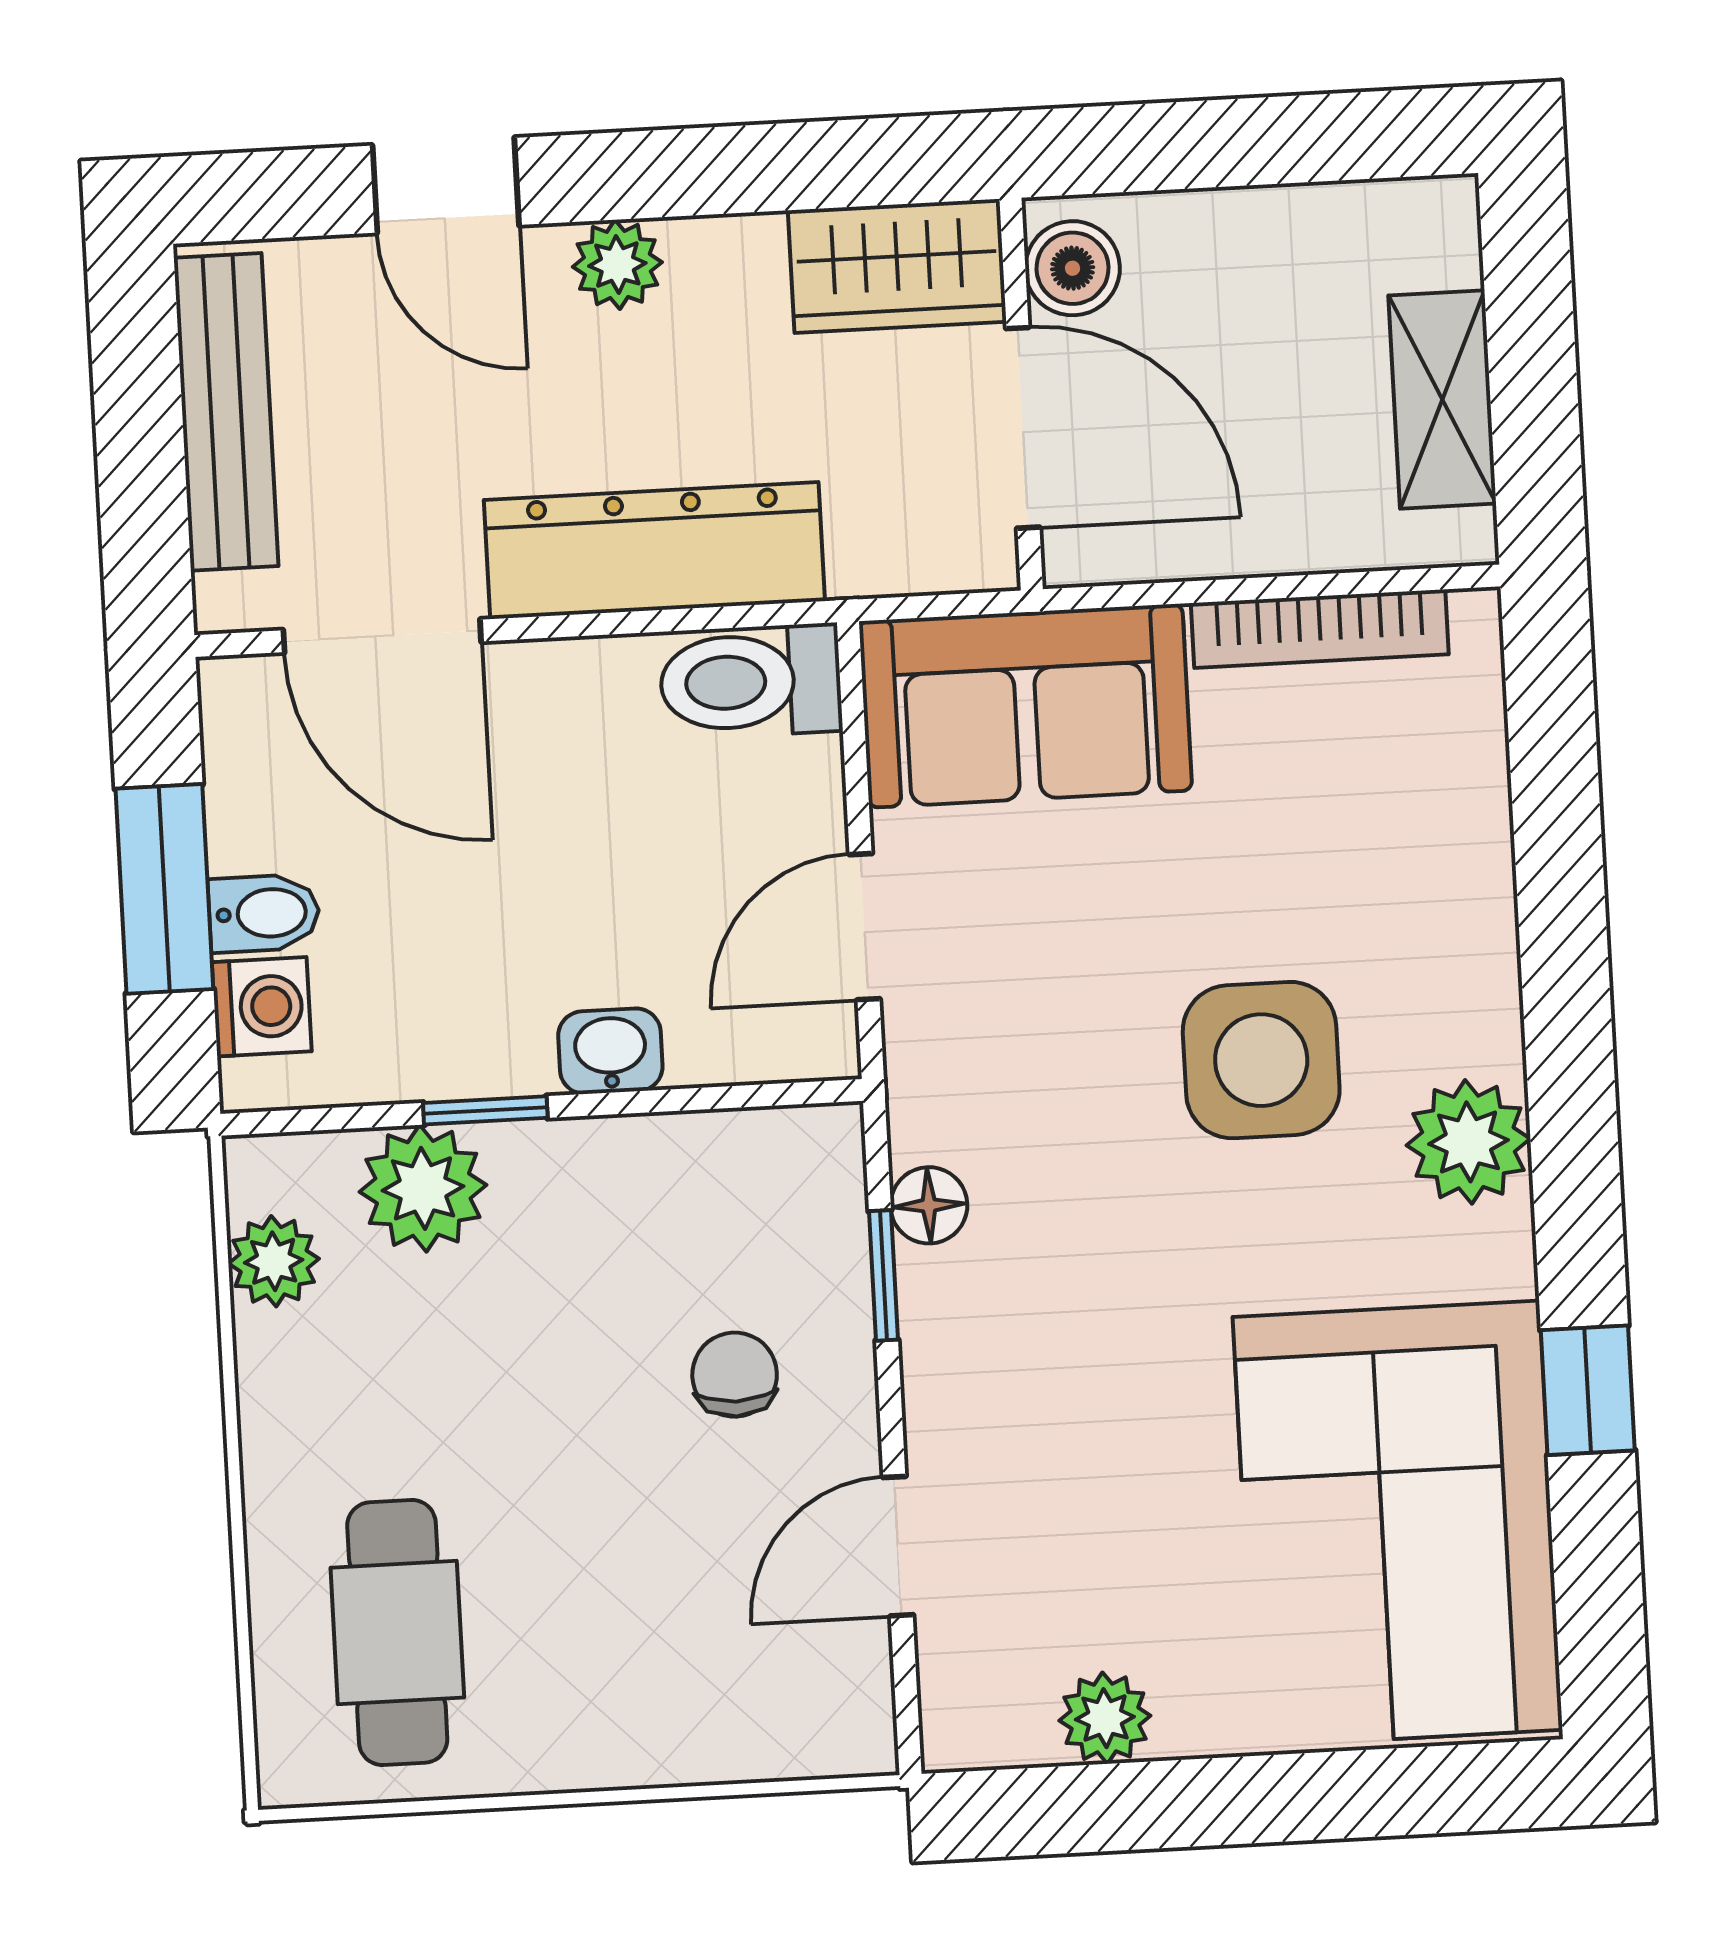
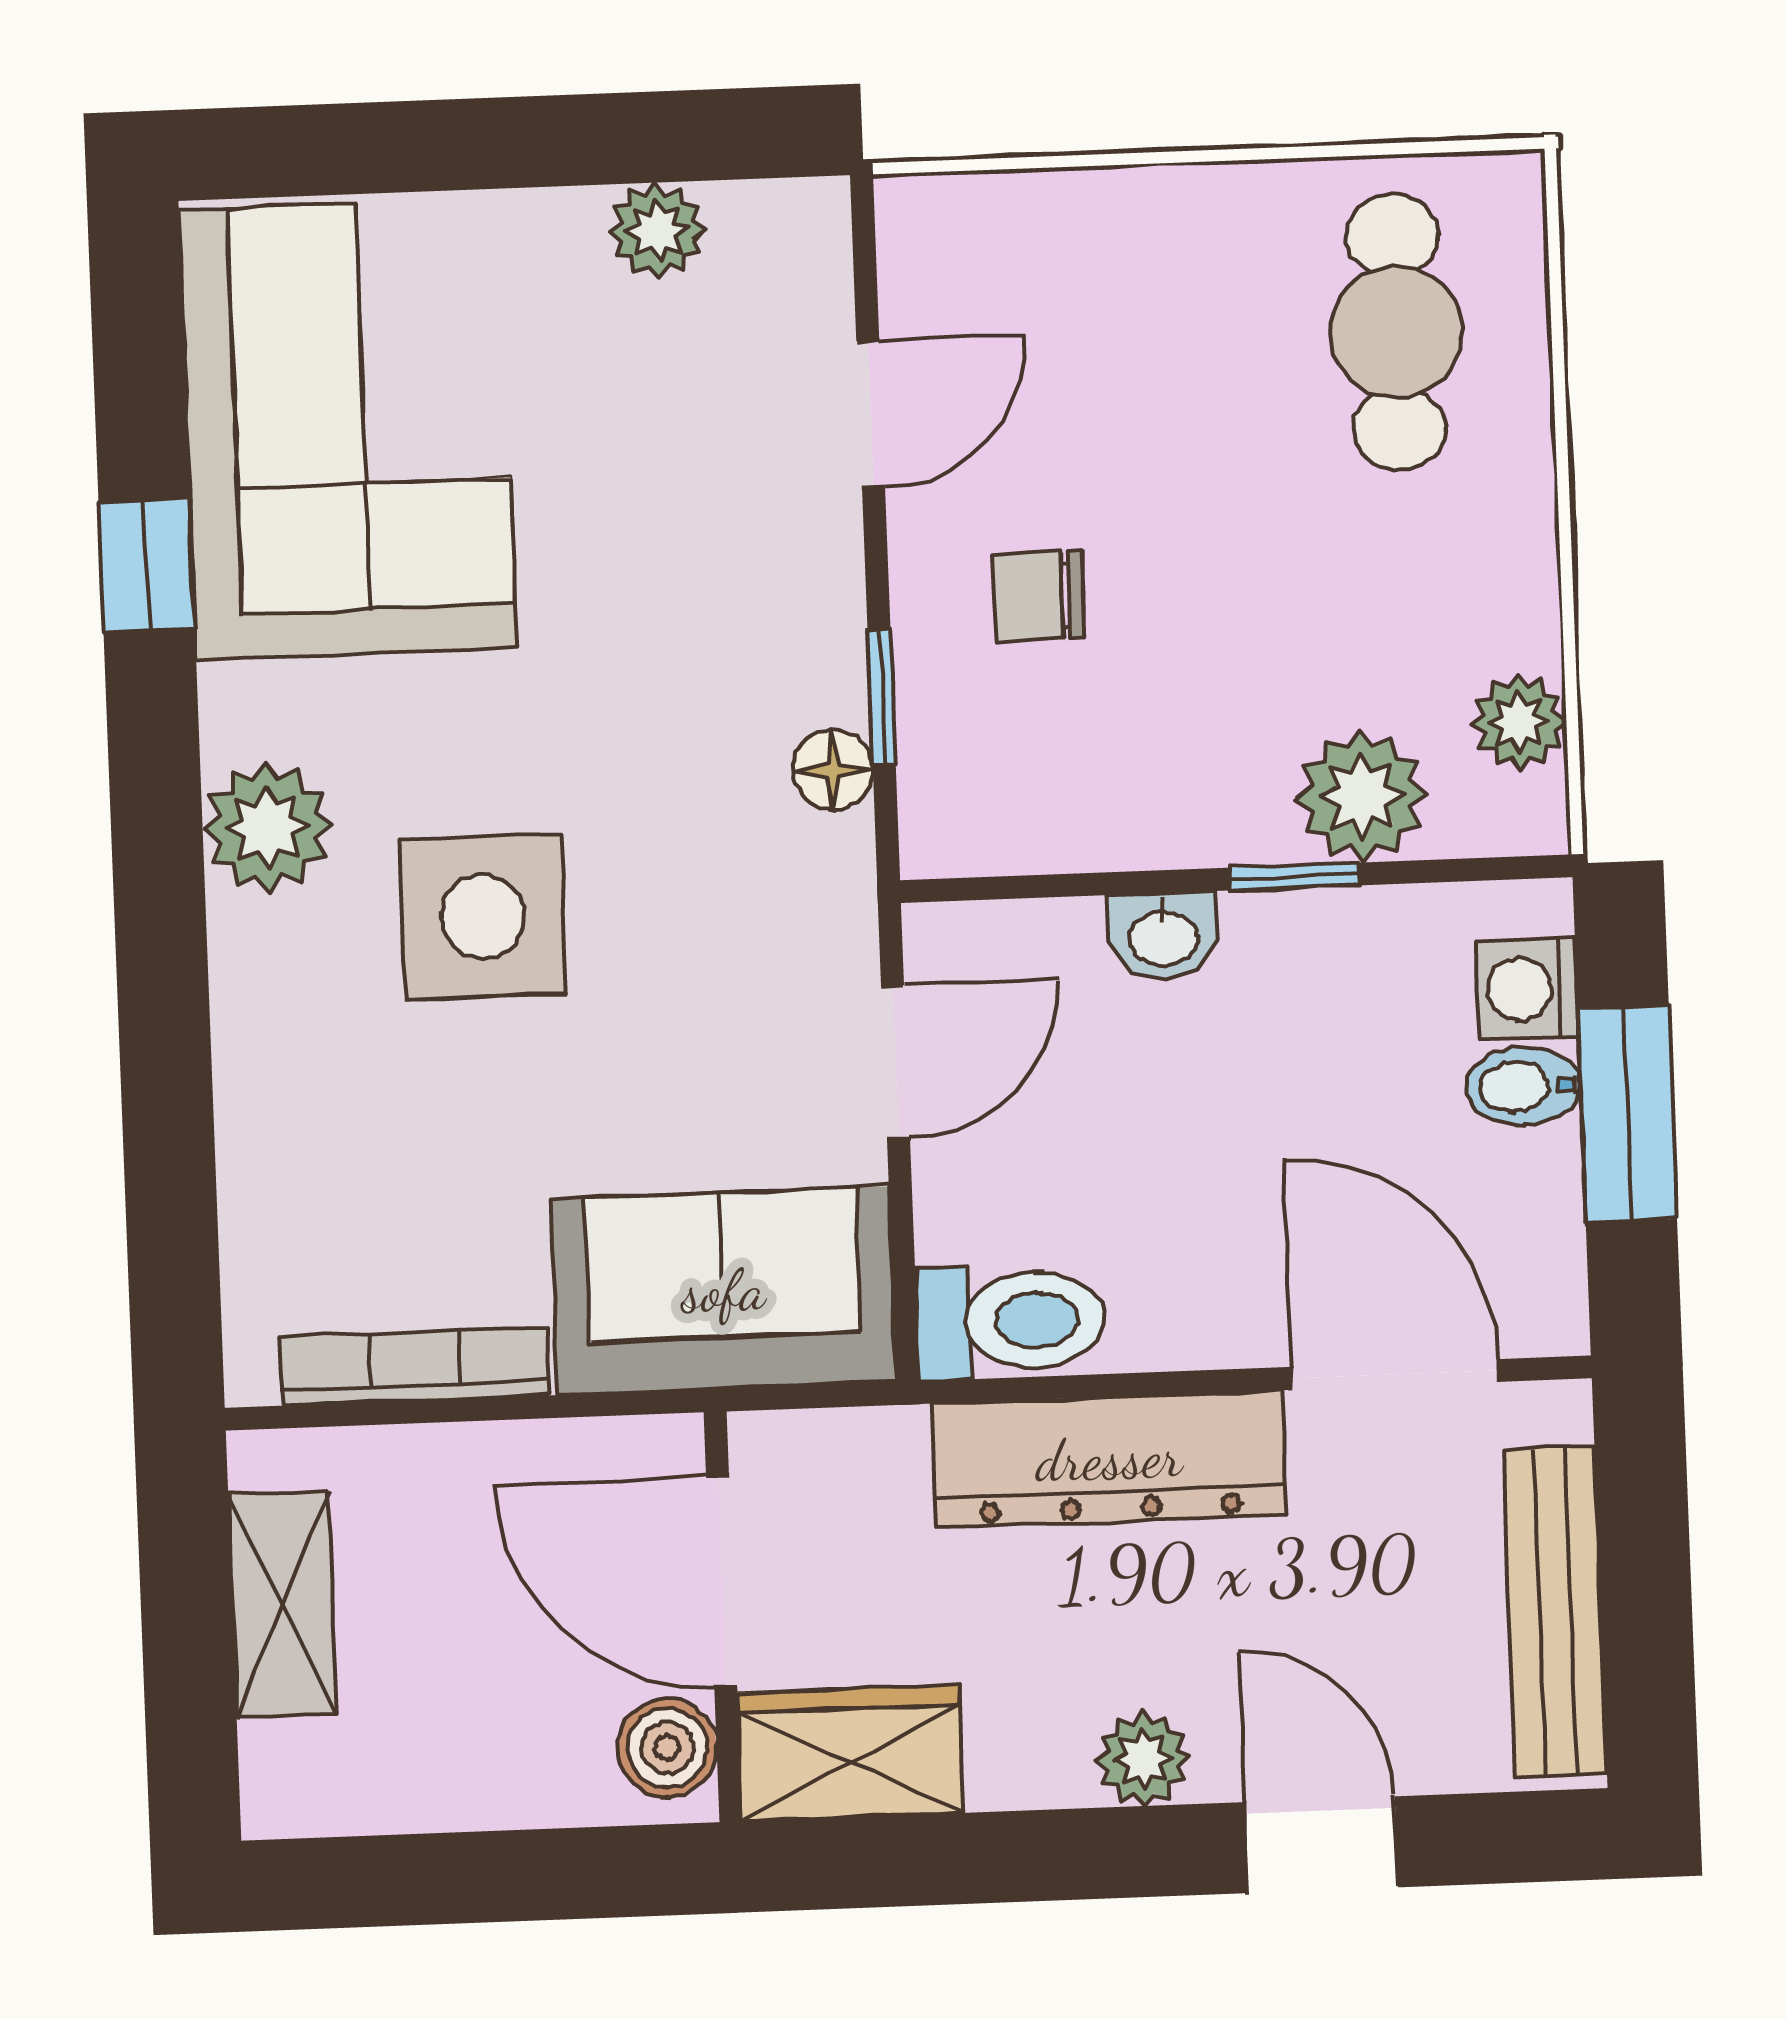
chair: (735, 1375) -> (1039, 596), turned 90

